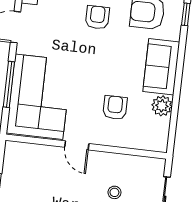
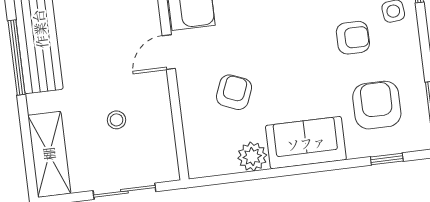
armchair: (115, 108) -> (234, 92), turned -68

